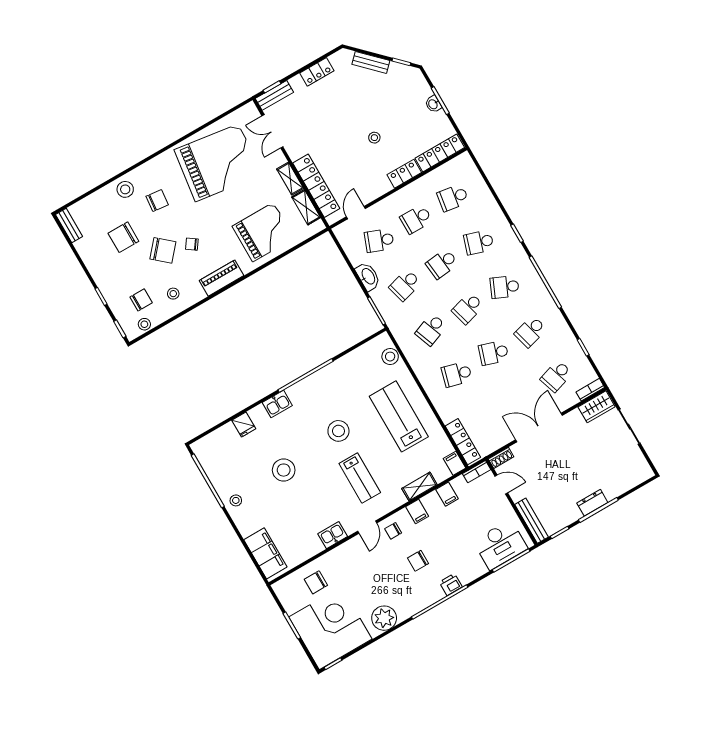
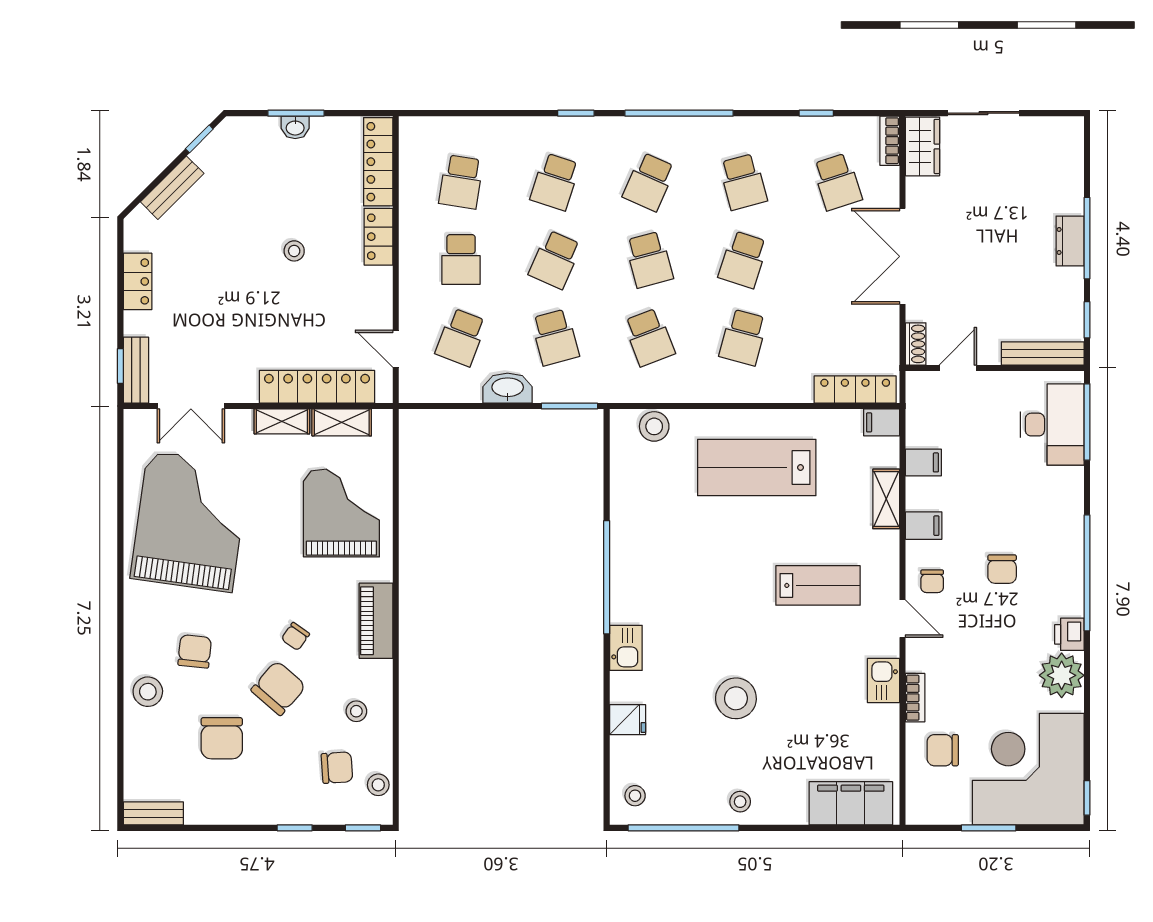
school desk: (442, 264) -> (555, 260), turned 30
chair: (141, 300) -> (337, 768), turned 86
stool: (338, 431) -> (635, 796), moved, width x0.53, depth x0.53
bookcase: (477, 472) -> (915, 698), moved
chair: (316, 582) -> (943, 750), turned 90
printer: (451, 584) -> (1069, 634), moved

